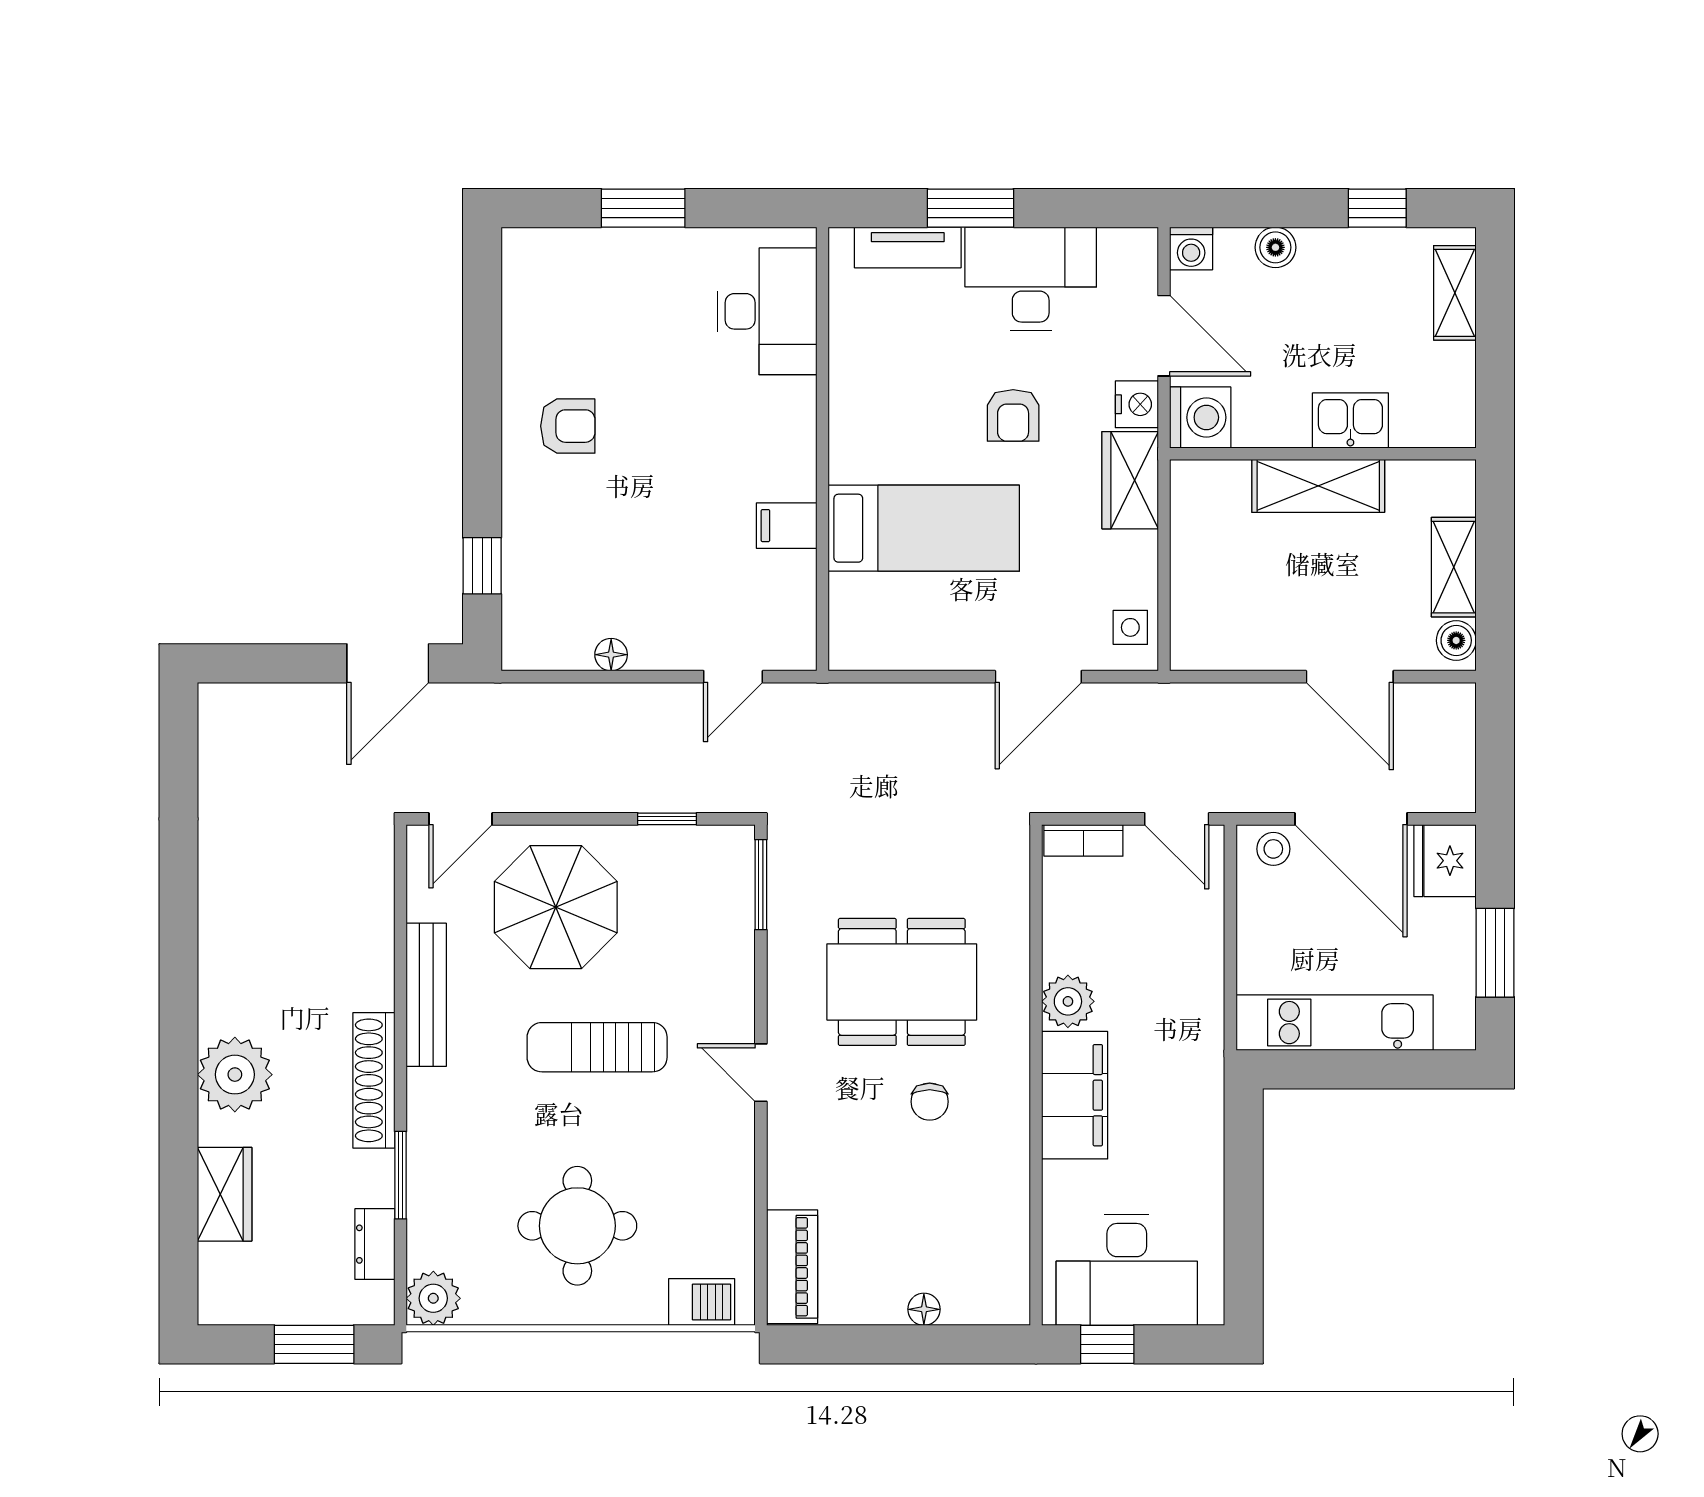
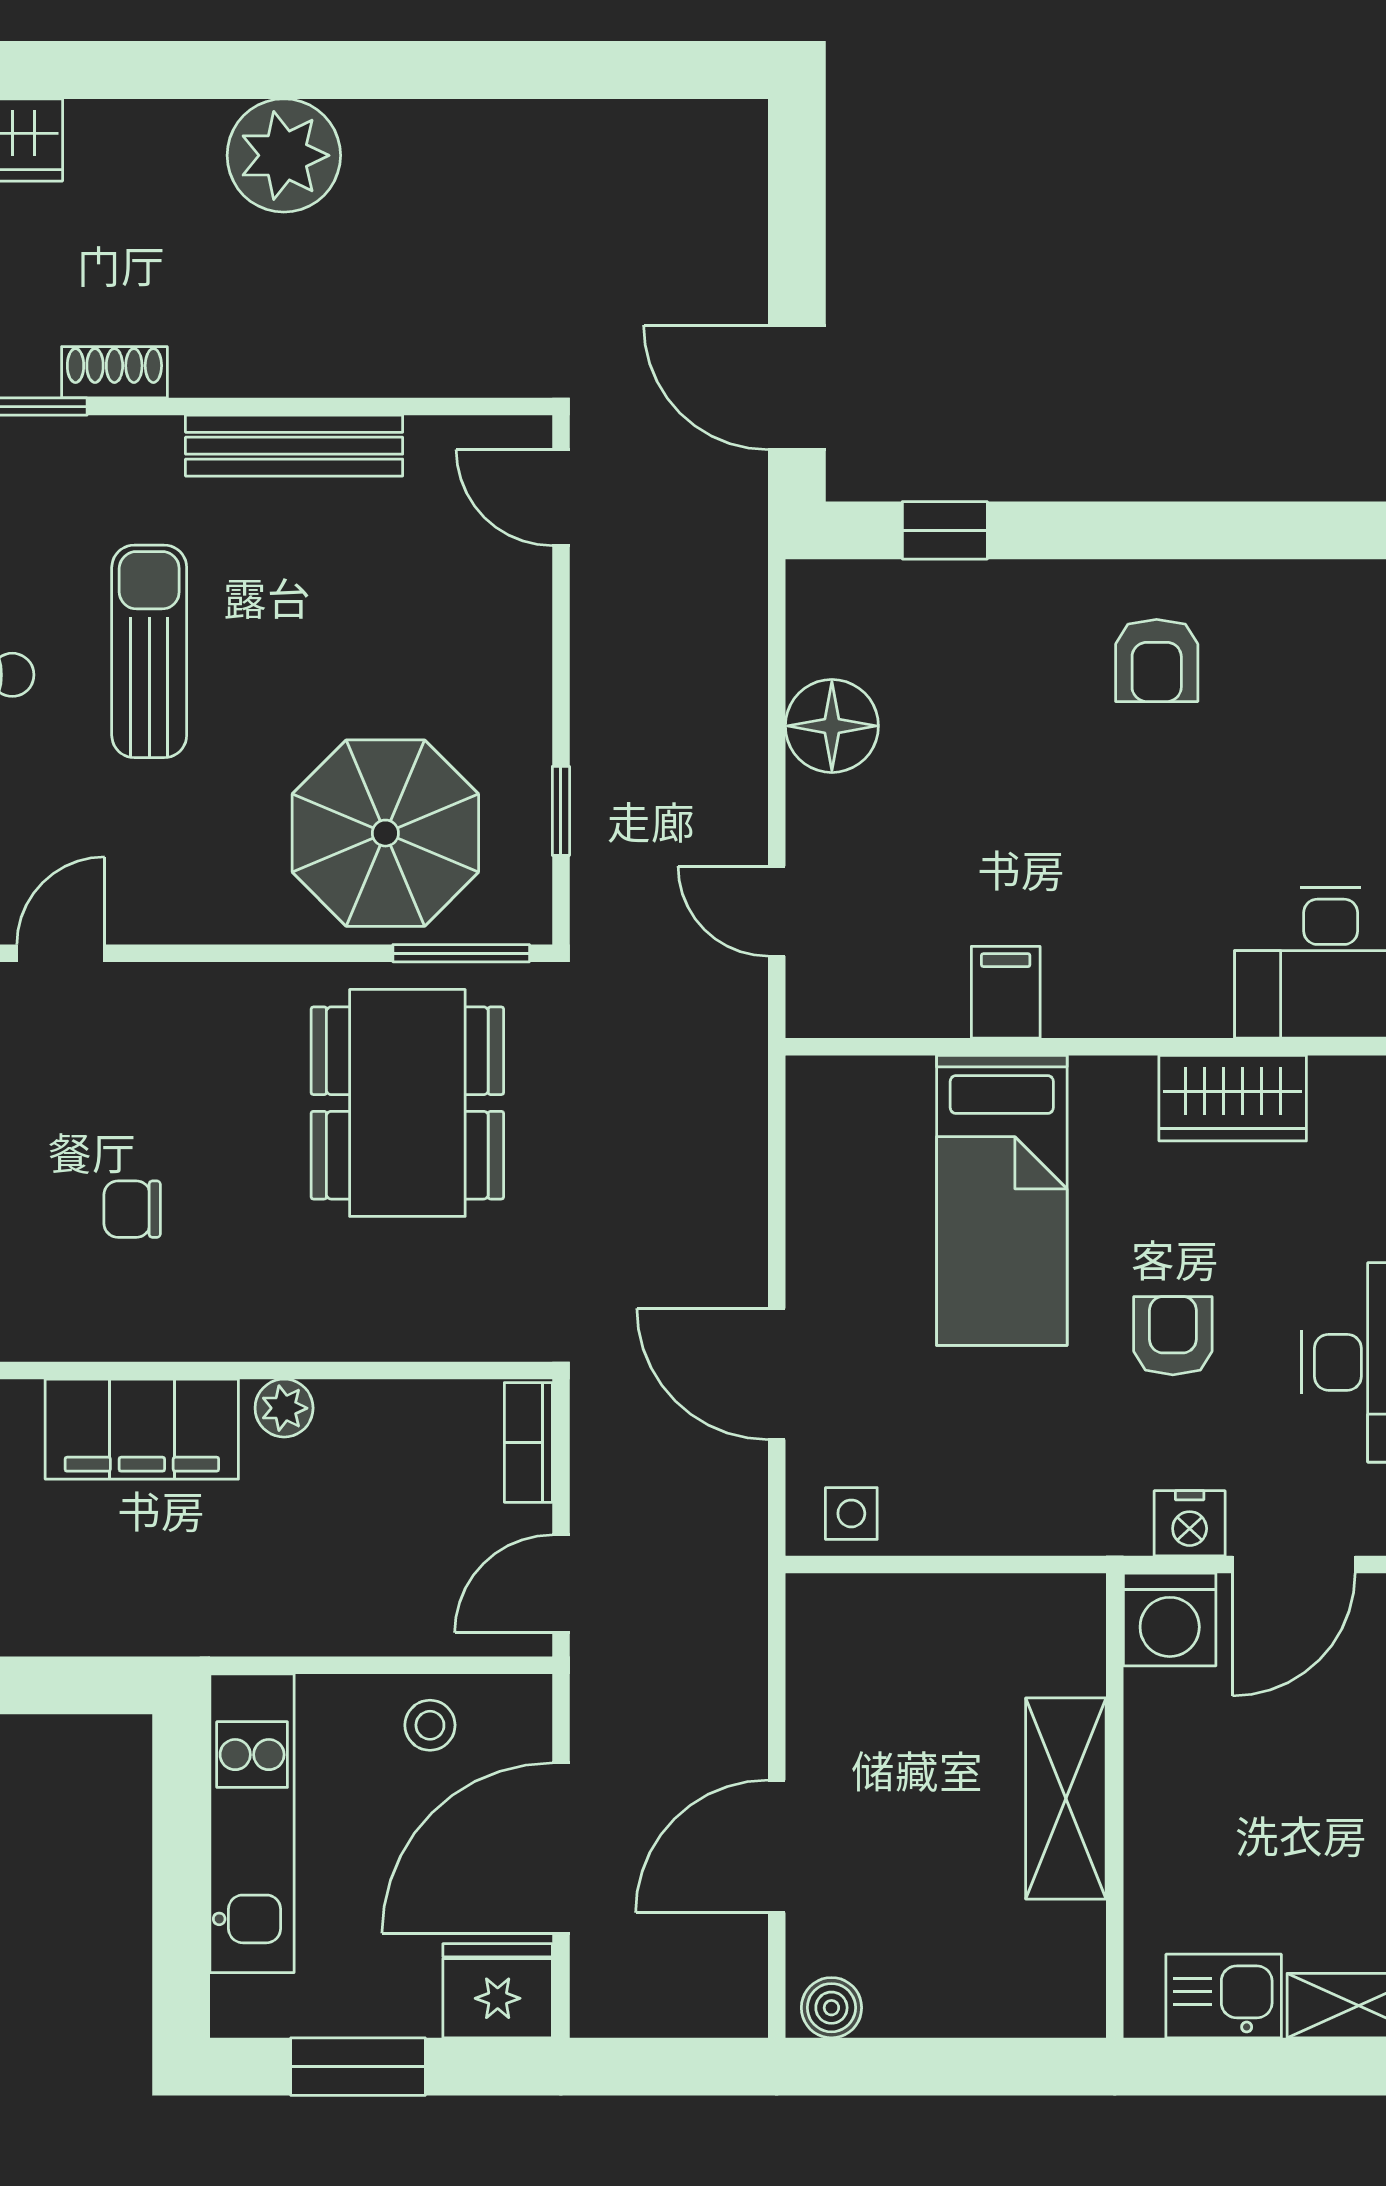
armchair: (1013, 415) -> (1173, 1336), turned 90
kitchen sink: (1350, 420) -> (1224, 1996), moved, turned -90
wardrobe: (1130, 480) -> (1233, 1098), moved, turned 180
shelving: (1454, 567) -> (943, 2004), removed
floor lamp: (611, 655) -> (832, 726), width x1.89, depth x1.89
stool: (1273, 849) -> (430, 1725), moved
parasol: (556, 907) -> (385, 833), moved
dining table: (902, 982) -> (407, 1103), moved
plant: (1068, 1001) -> (284, 1408), width x0.73, depth x0.73
sun lounger: (597, 1047) -> (149, 651), moved
door: (761, 1073) -> (61, 953), moved
plant: (235, 1075) -> (284, 155), moved
shoe rack: (374, 1080) -> (114, 372), width x0.51, depth x0.81

